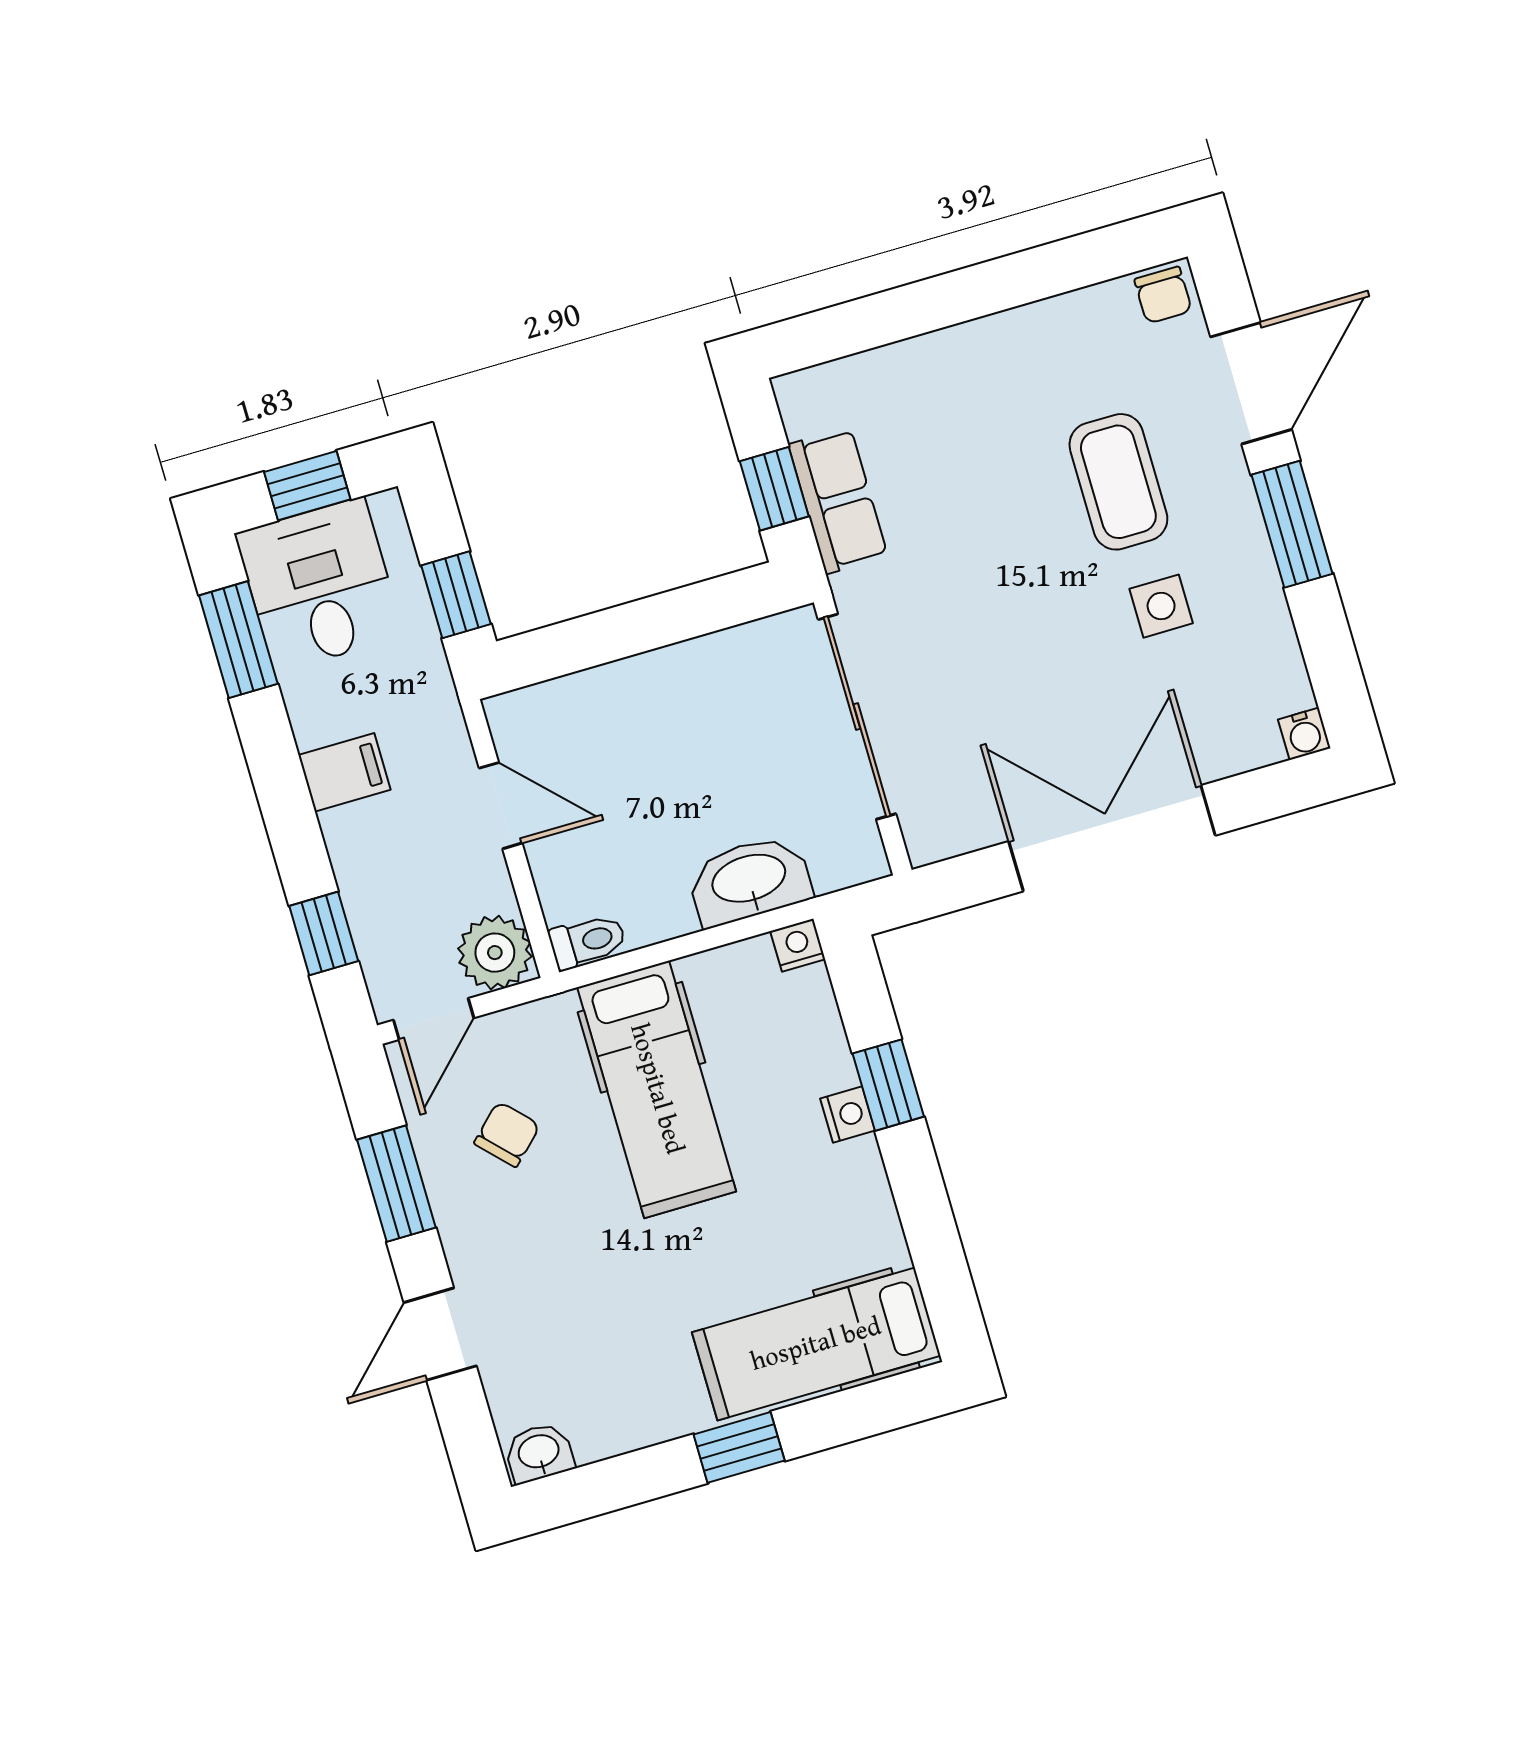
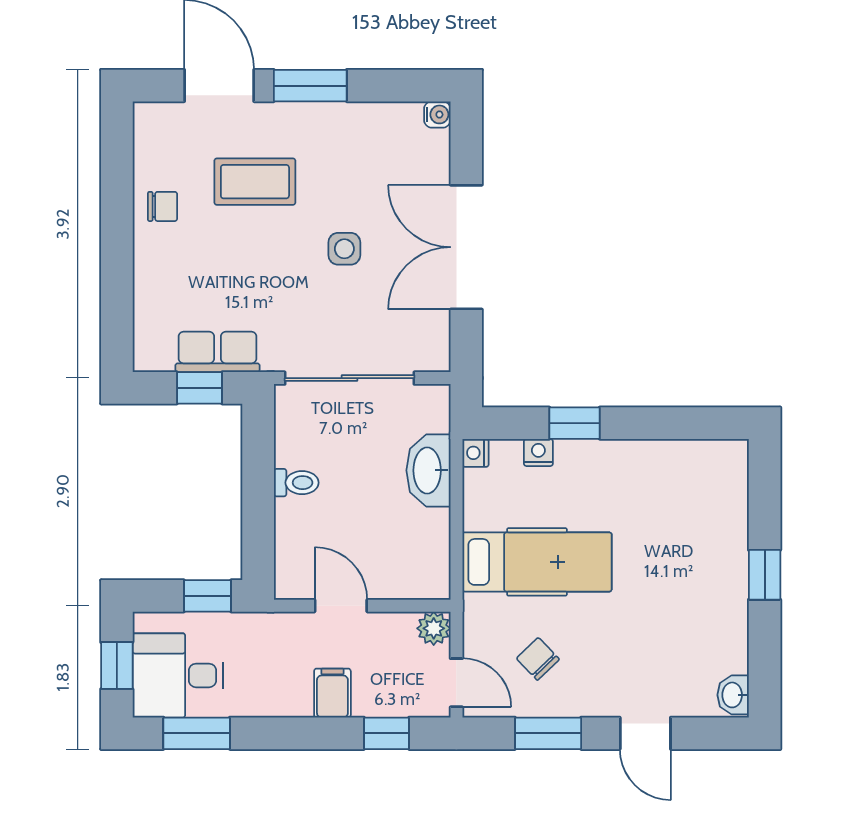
chair: (1163, 295) -> (163, 206), moved
side table: (1161, 606) -> (344, 249), moved
filing cabinet: (344, 772) -> (332, 693), moved
door: (501, 806) -> (341, 606), hinge flipped
toilet: (588, 941) -> (296, 483), moved, turned 90
plant: (495, 953) -> (434, 628), width x0.73, depth x0.73
nightstand: (848, 1114) -> (538, 452), moved
hospital bed: (816, 1344) -> (716, 511), removed

